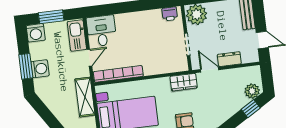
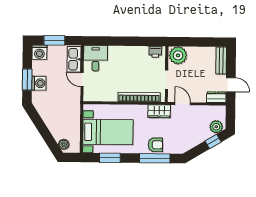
door: (89, 58) -> (82, 80), swing flipped
dresser: (229, 59) -> (216, 97), moved
bookcase: (118, 74) -> (139, 97), moved
shelving: (85, 97) -> (74, 112), removed

